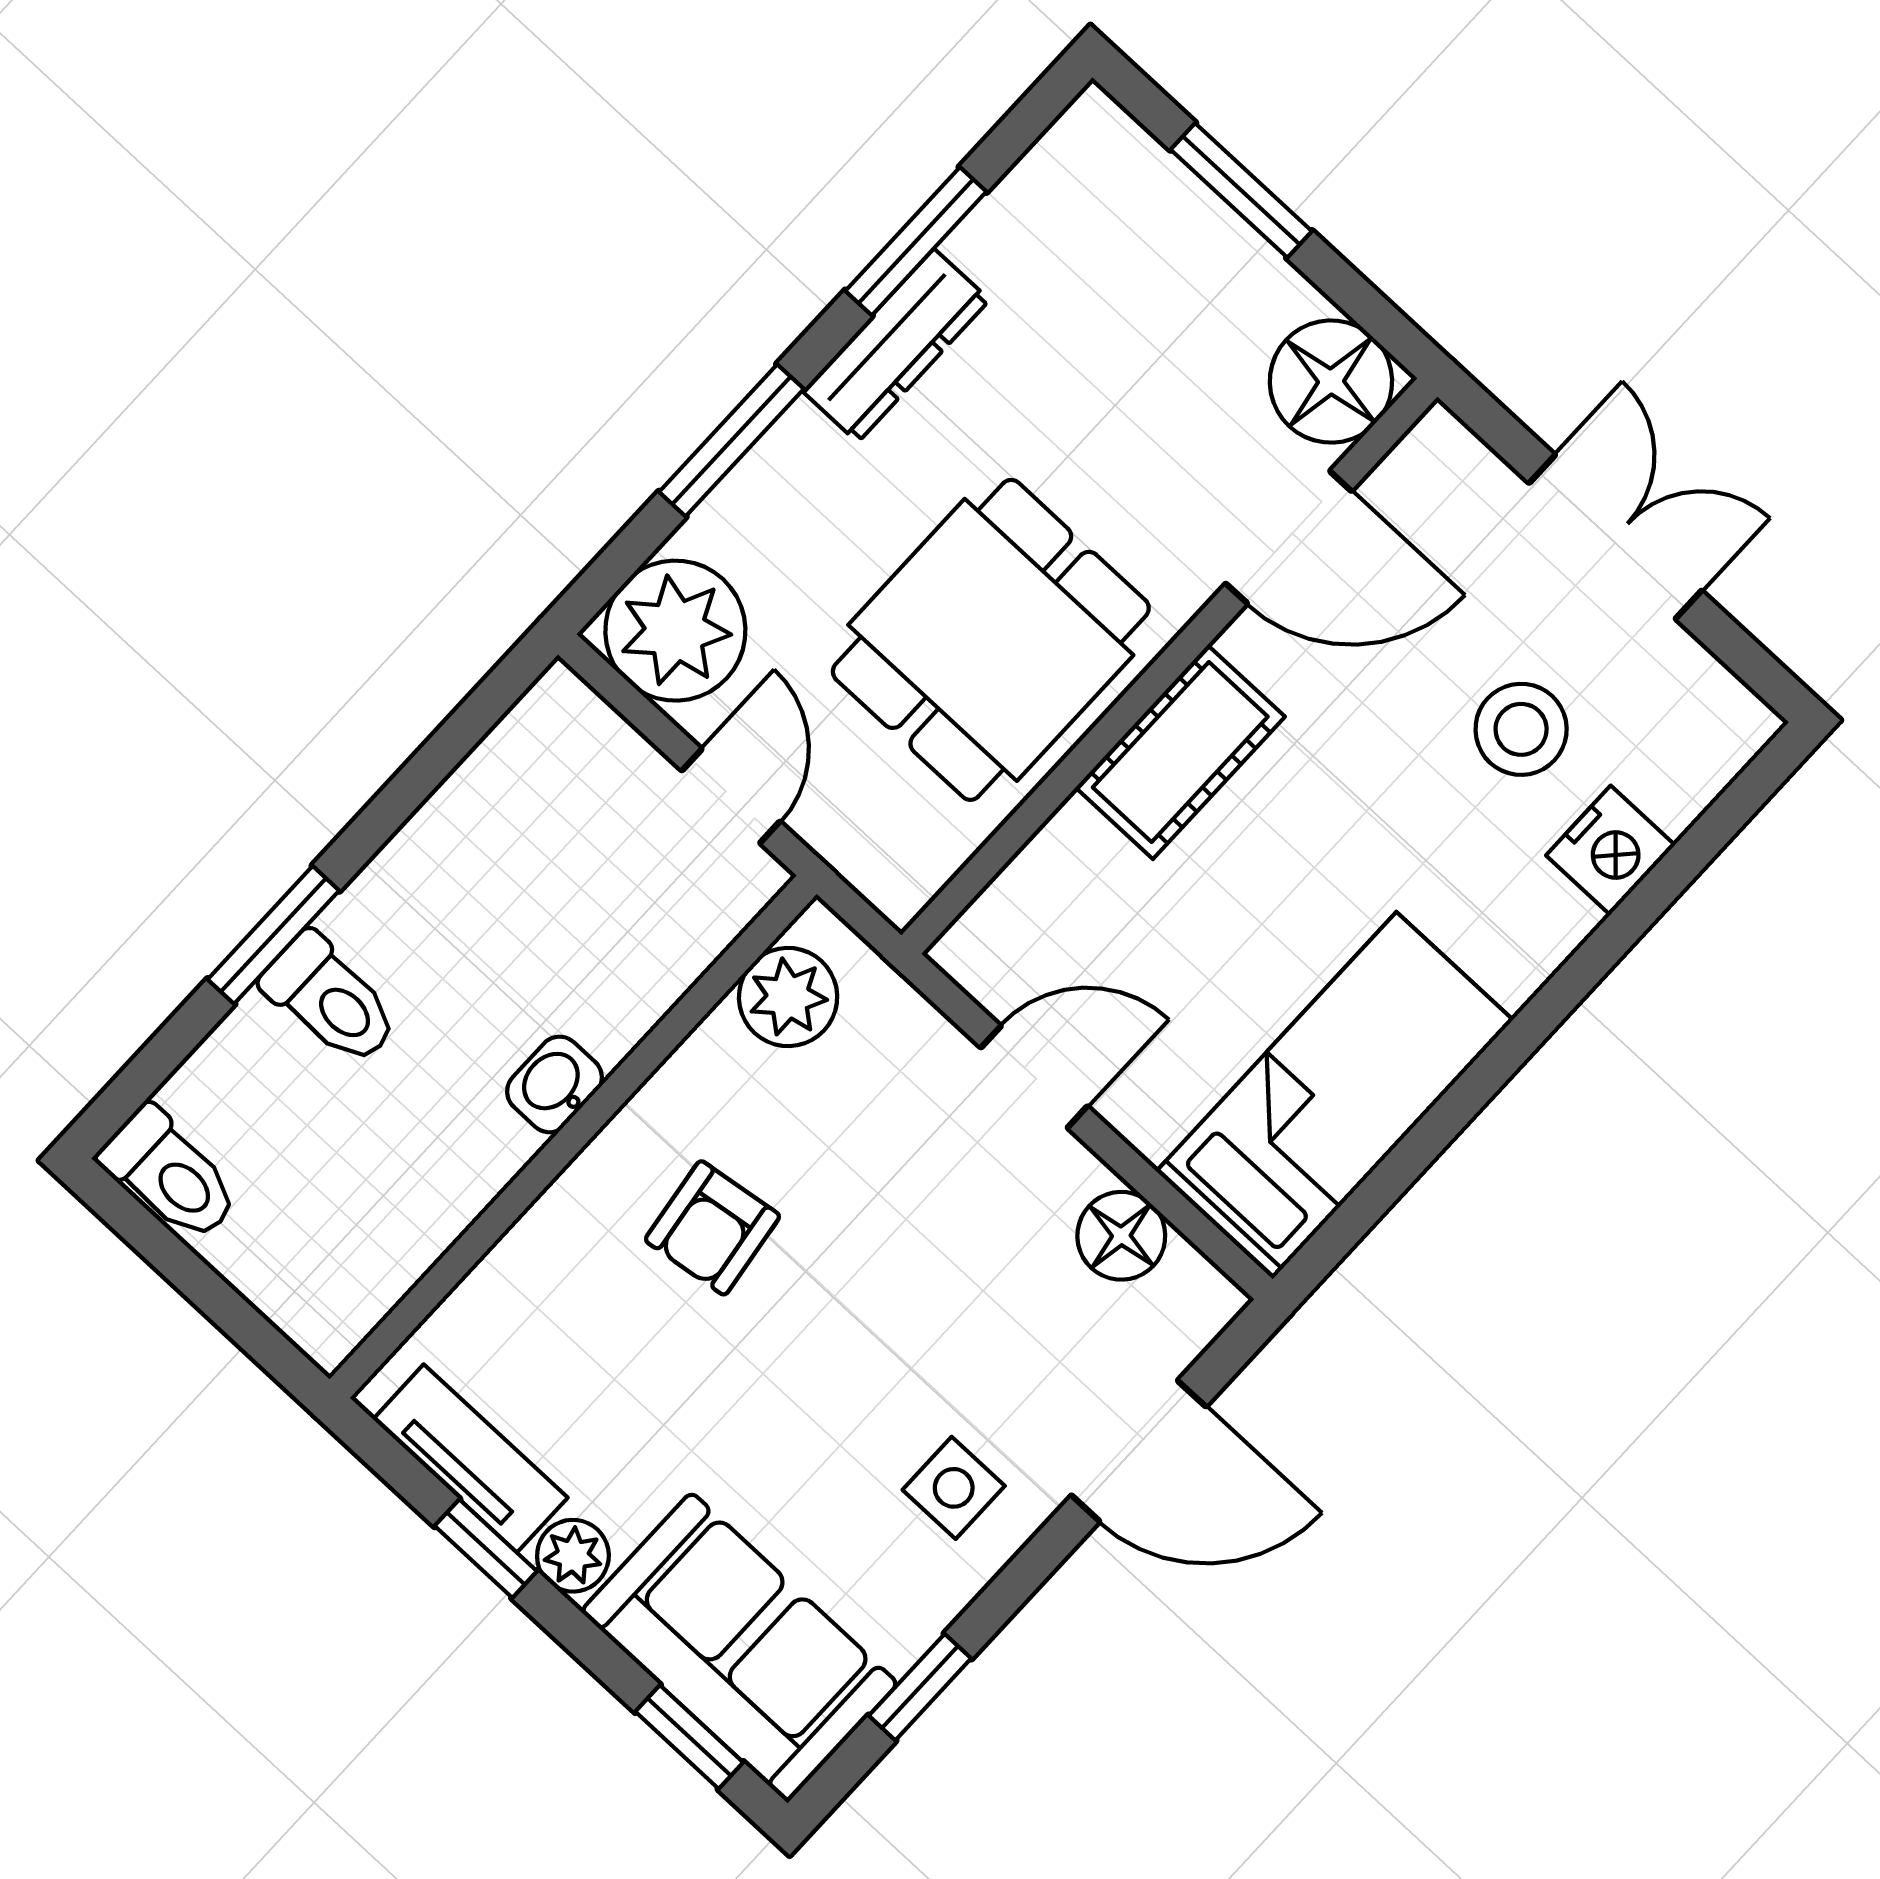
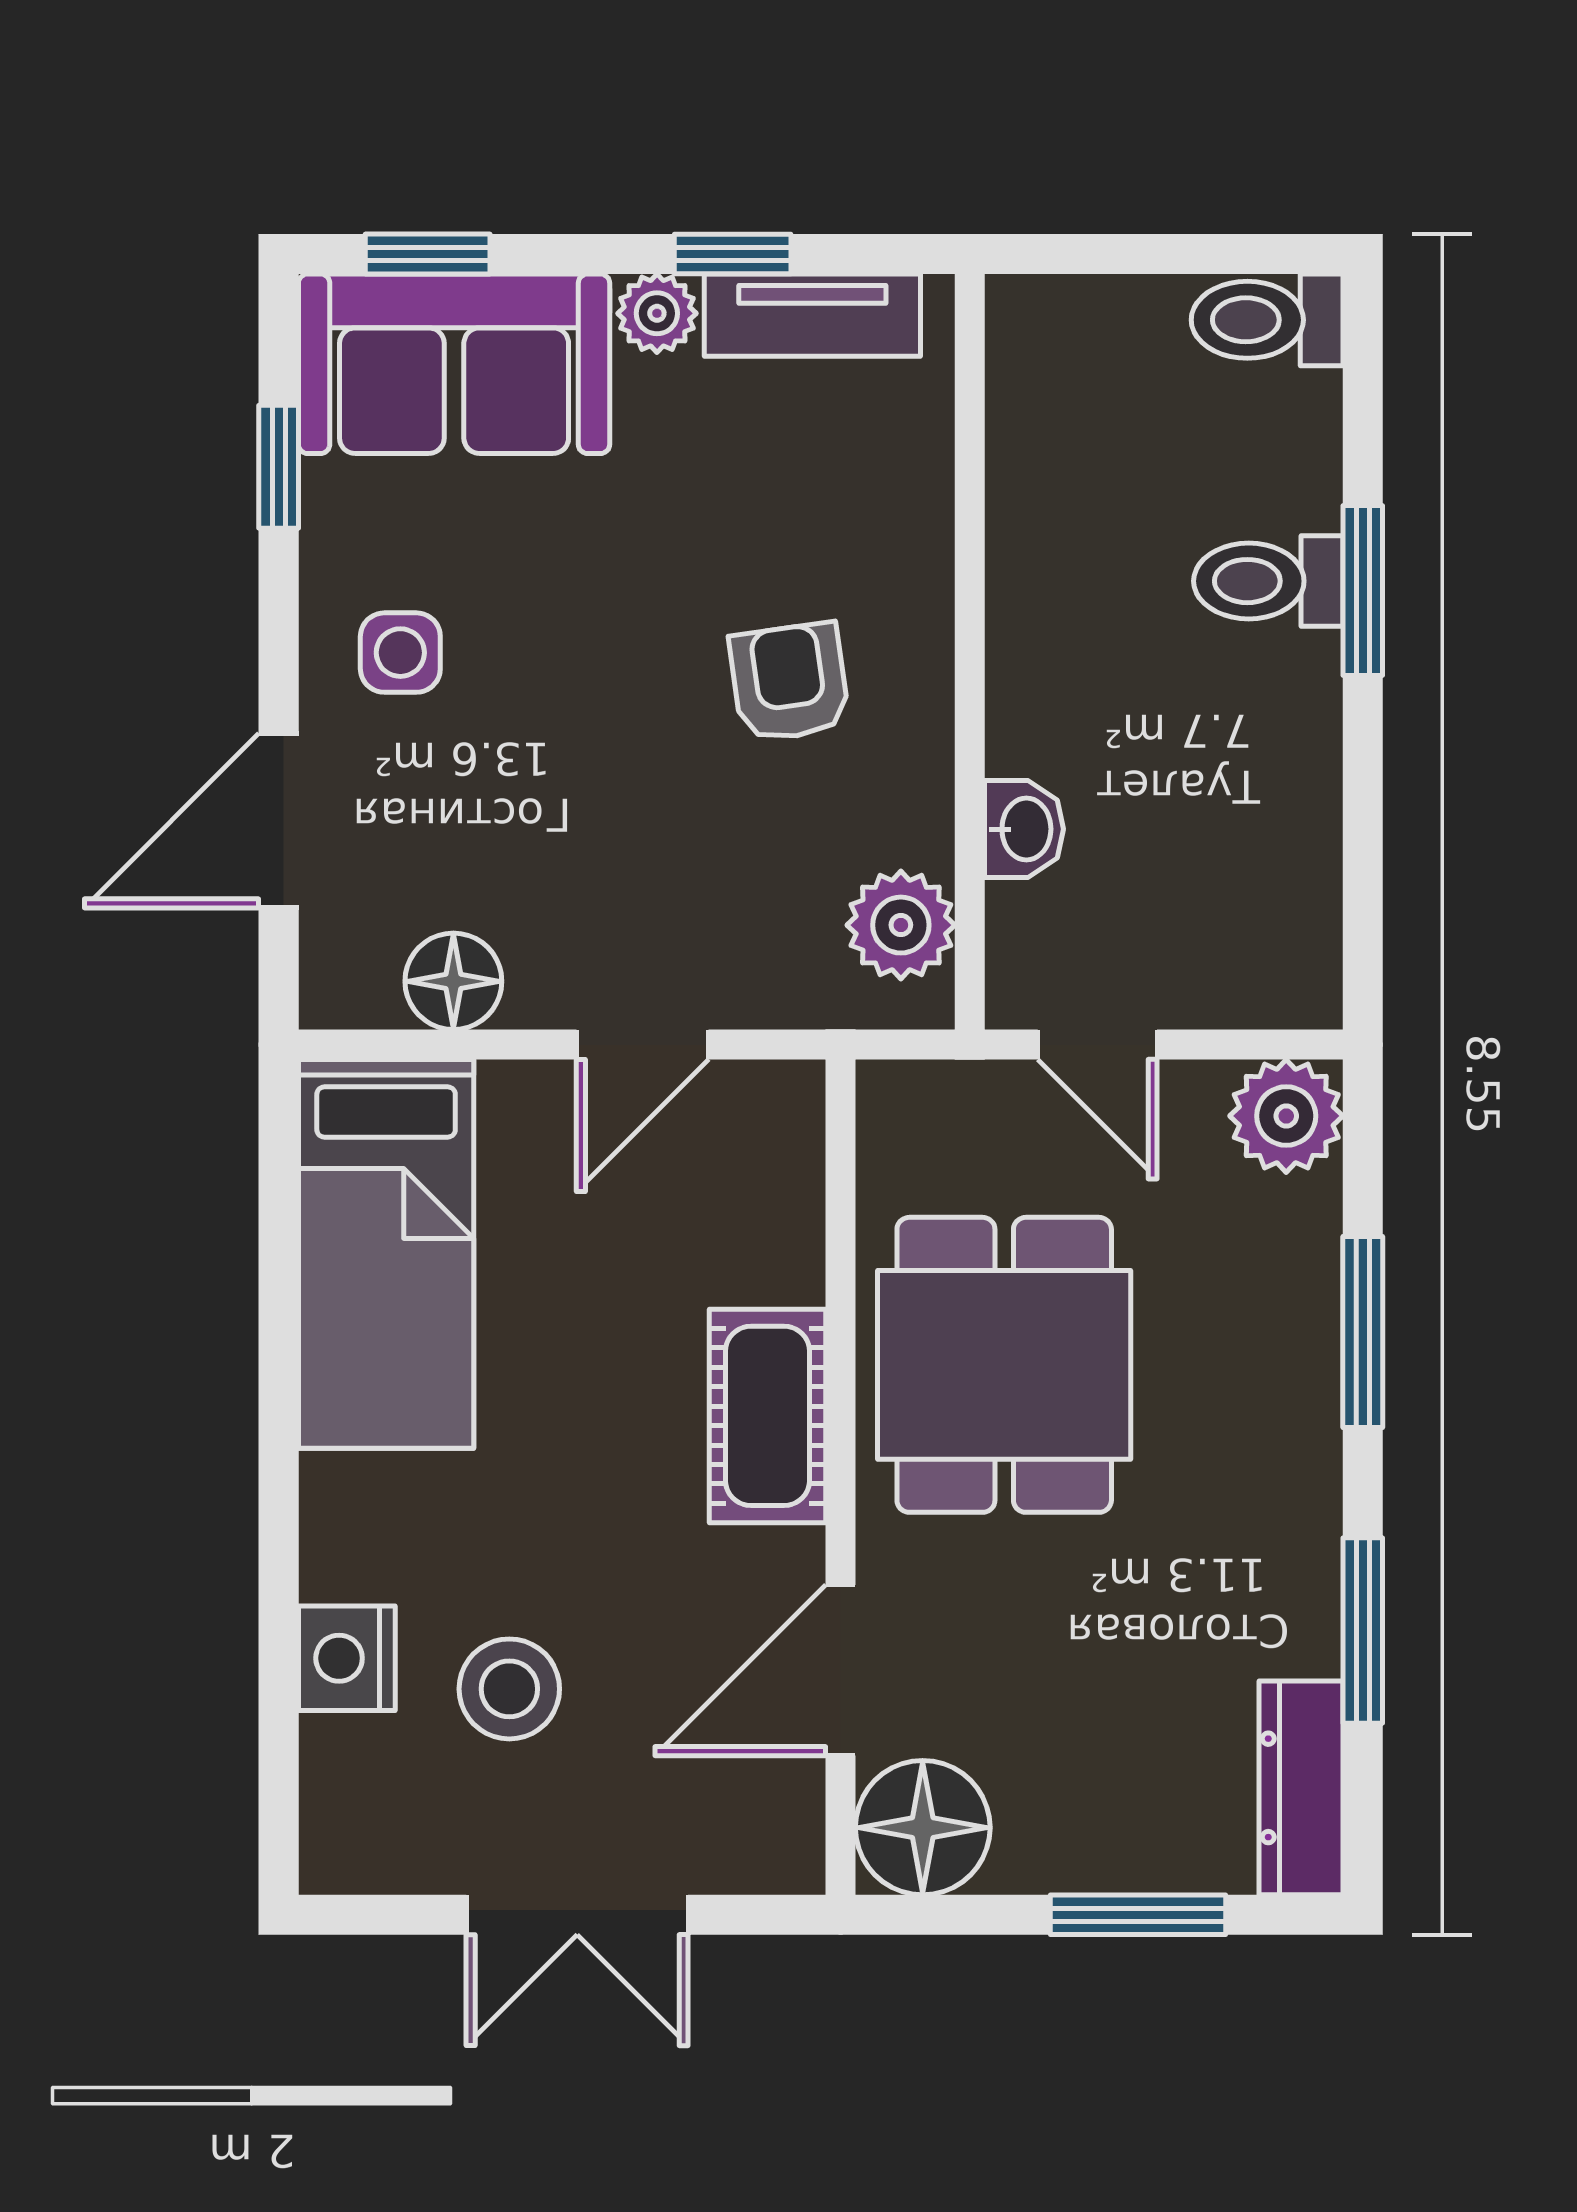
dresser: (896, 345) -> (1301, 1788), moved
plant: (675, 631) -> (1286, 1116), width x0.73, depth x0.73
washbasin: (555, 1084) -> (1024, 829), moved

